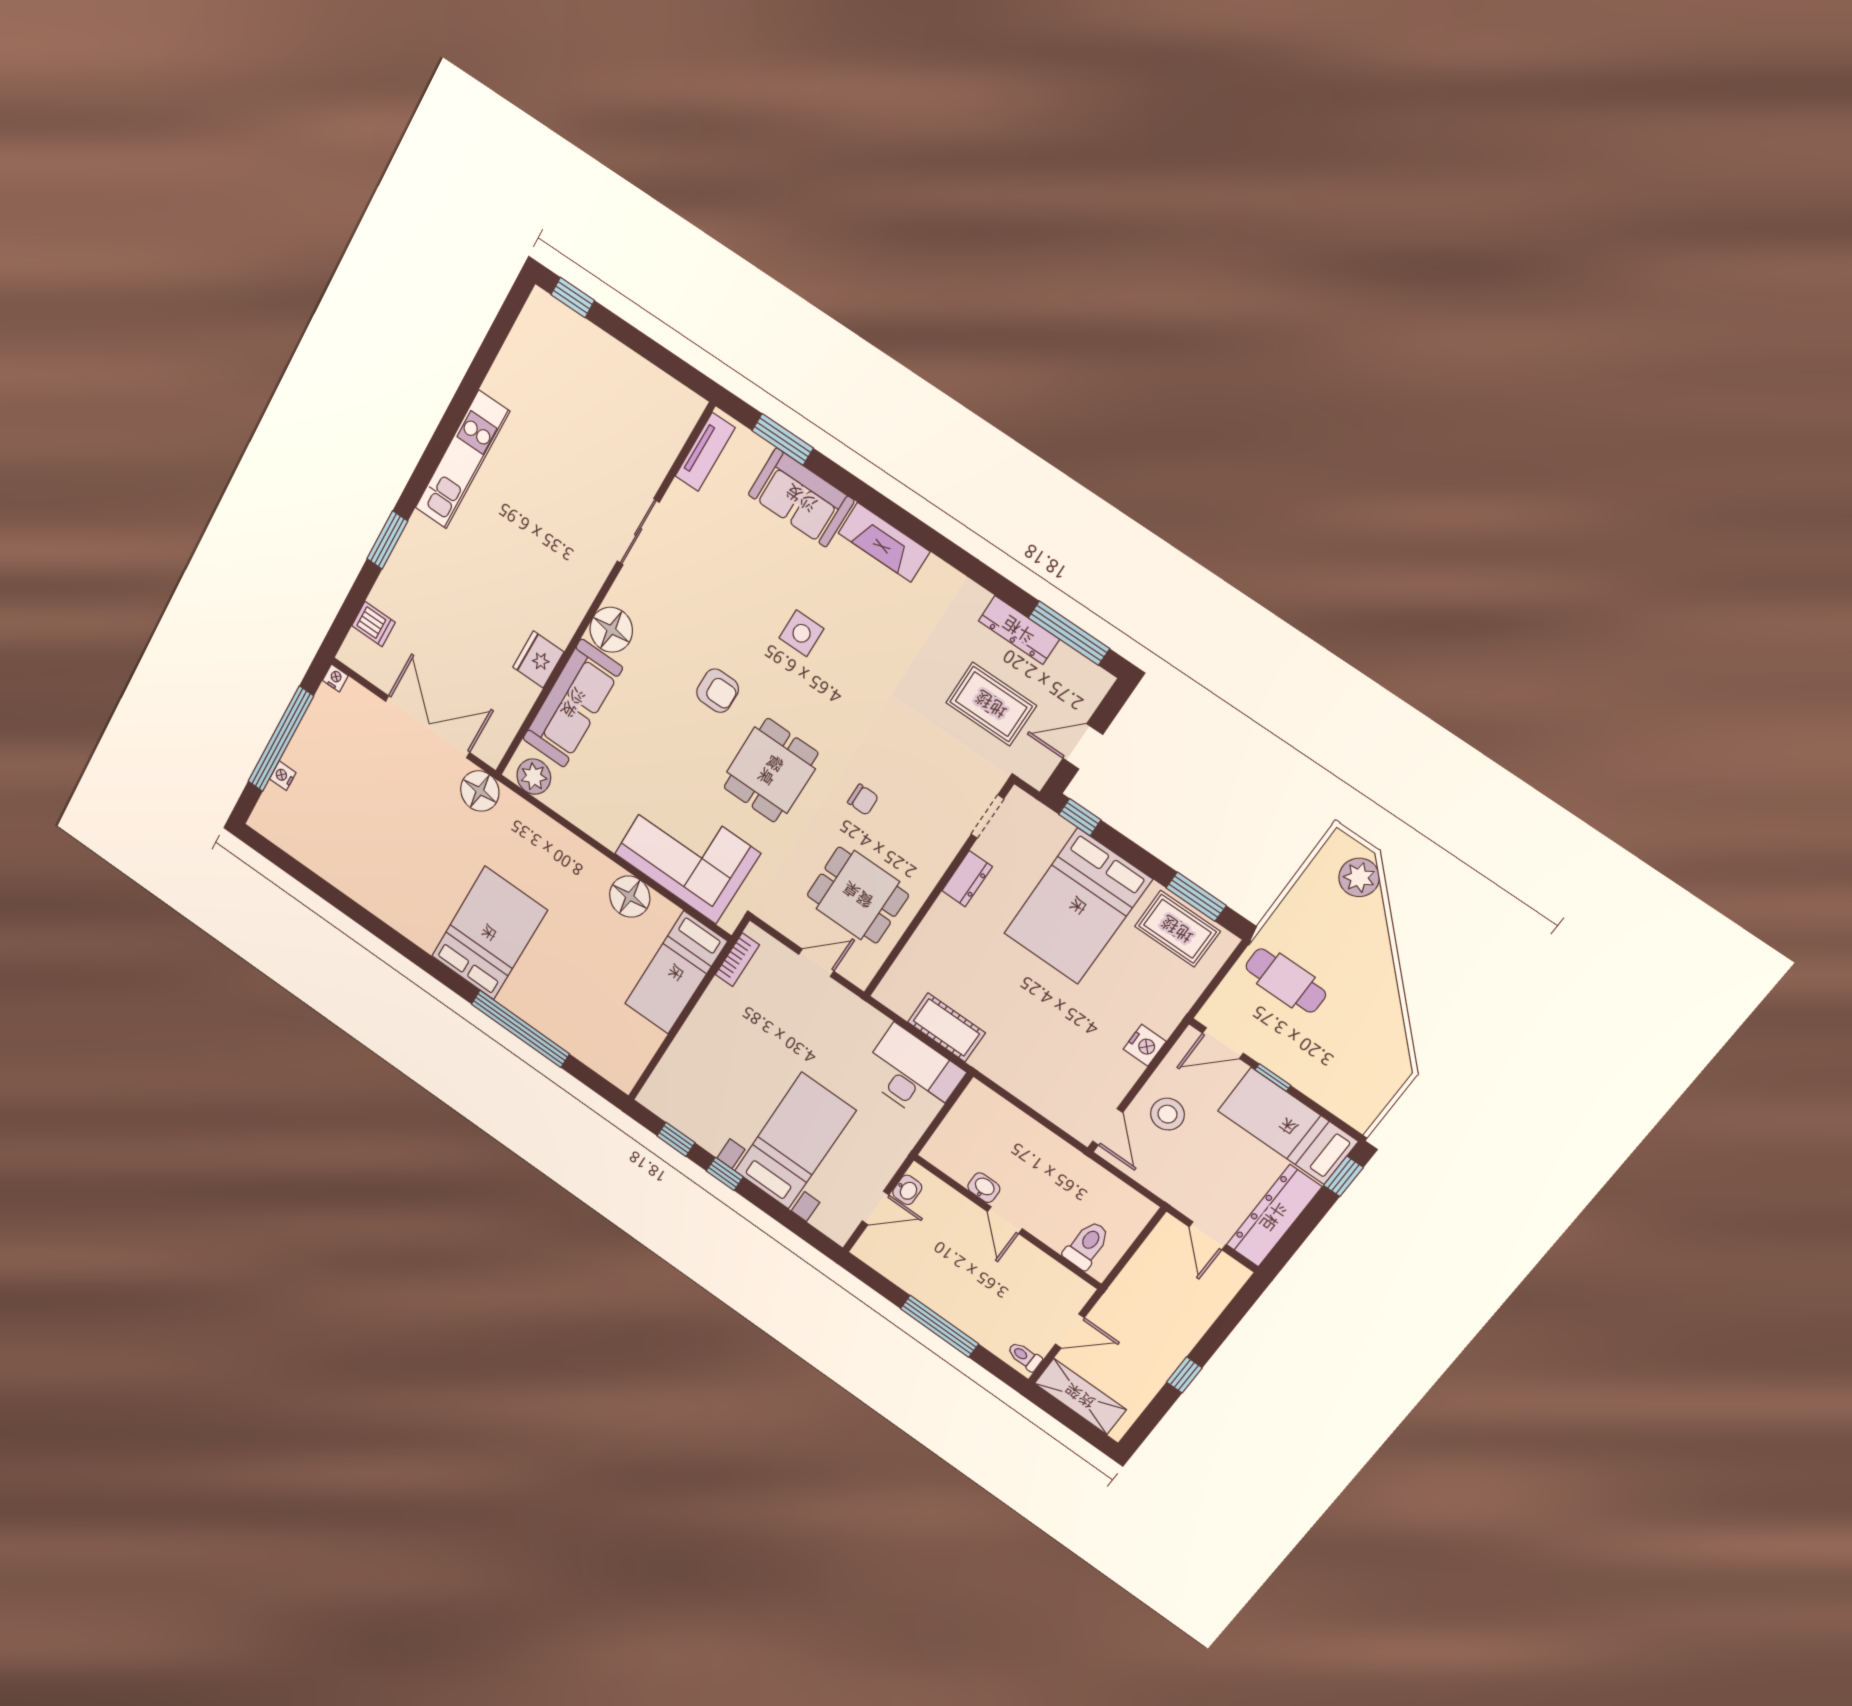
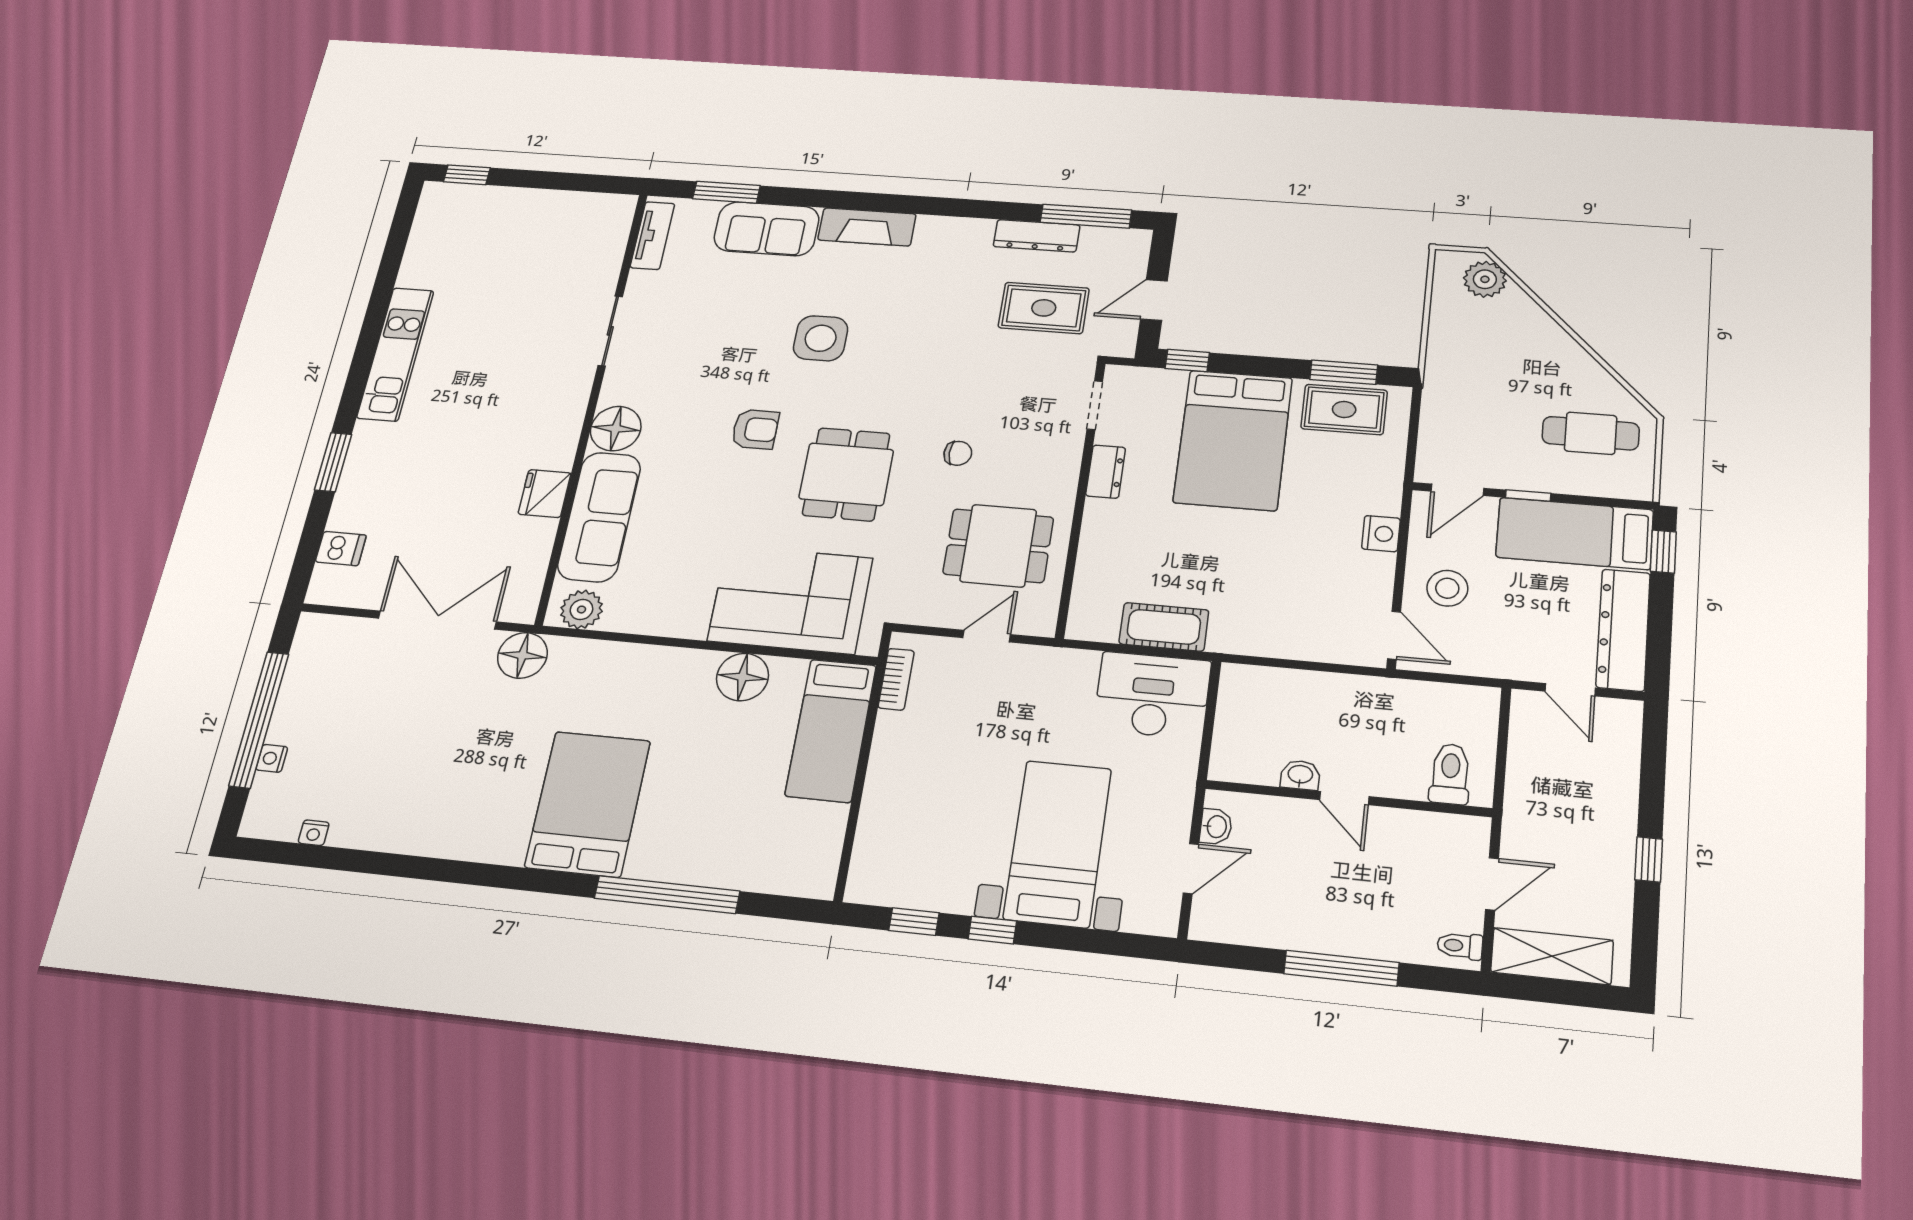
side table: (802, 633) -> (821, 338), width x1.37, depth x1.37
nightstand: (335, 678) -> (314, 833), moved, turned 180
cafe table: (1286, 980) -> (1591, 433), moved

